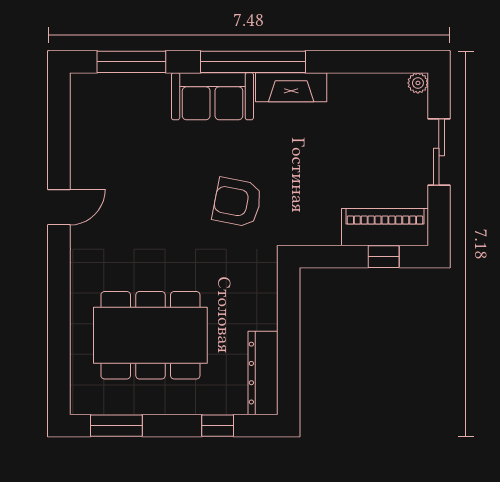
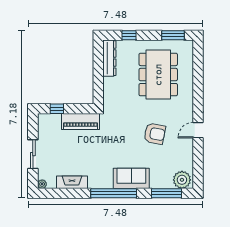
fireplace: (291, 87) -> (72, 182), moved
plant: (96, 93) -> (182, 180), added
armchair: (237, 202) -> (155, 134), moved
piano: (385, 227) -> (80, 122), moved
dining table: (150, 335) -> (158, 75), turned 90

